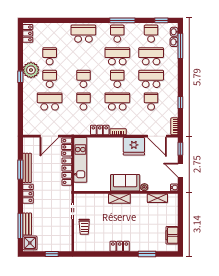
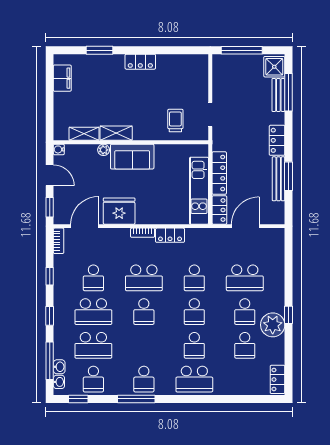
school desk: (117, 56) -> (194, 345), moved, width x0.54
window: (180, 76) -> (50, 316), added
door: (157, 136) -> (85, 226), hinge flipped
shelving: (119, 198) -> (116, 133), moved
trolley: (84, 227) -> (175, 121), moved
window: (52, 254) -> (242, 50), width x2.17

